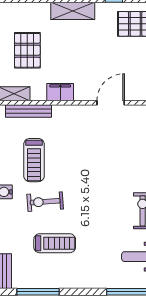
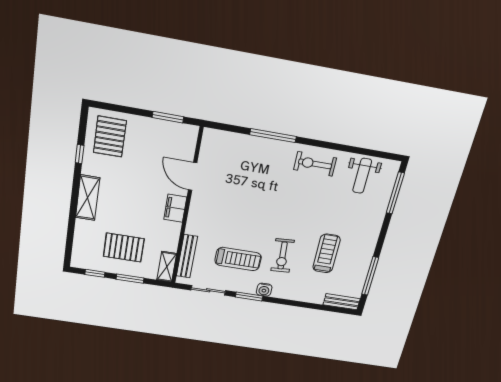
filing cabinet: (60, 92) -> (175, 208), moved

